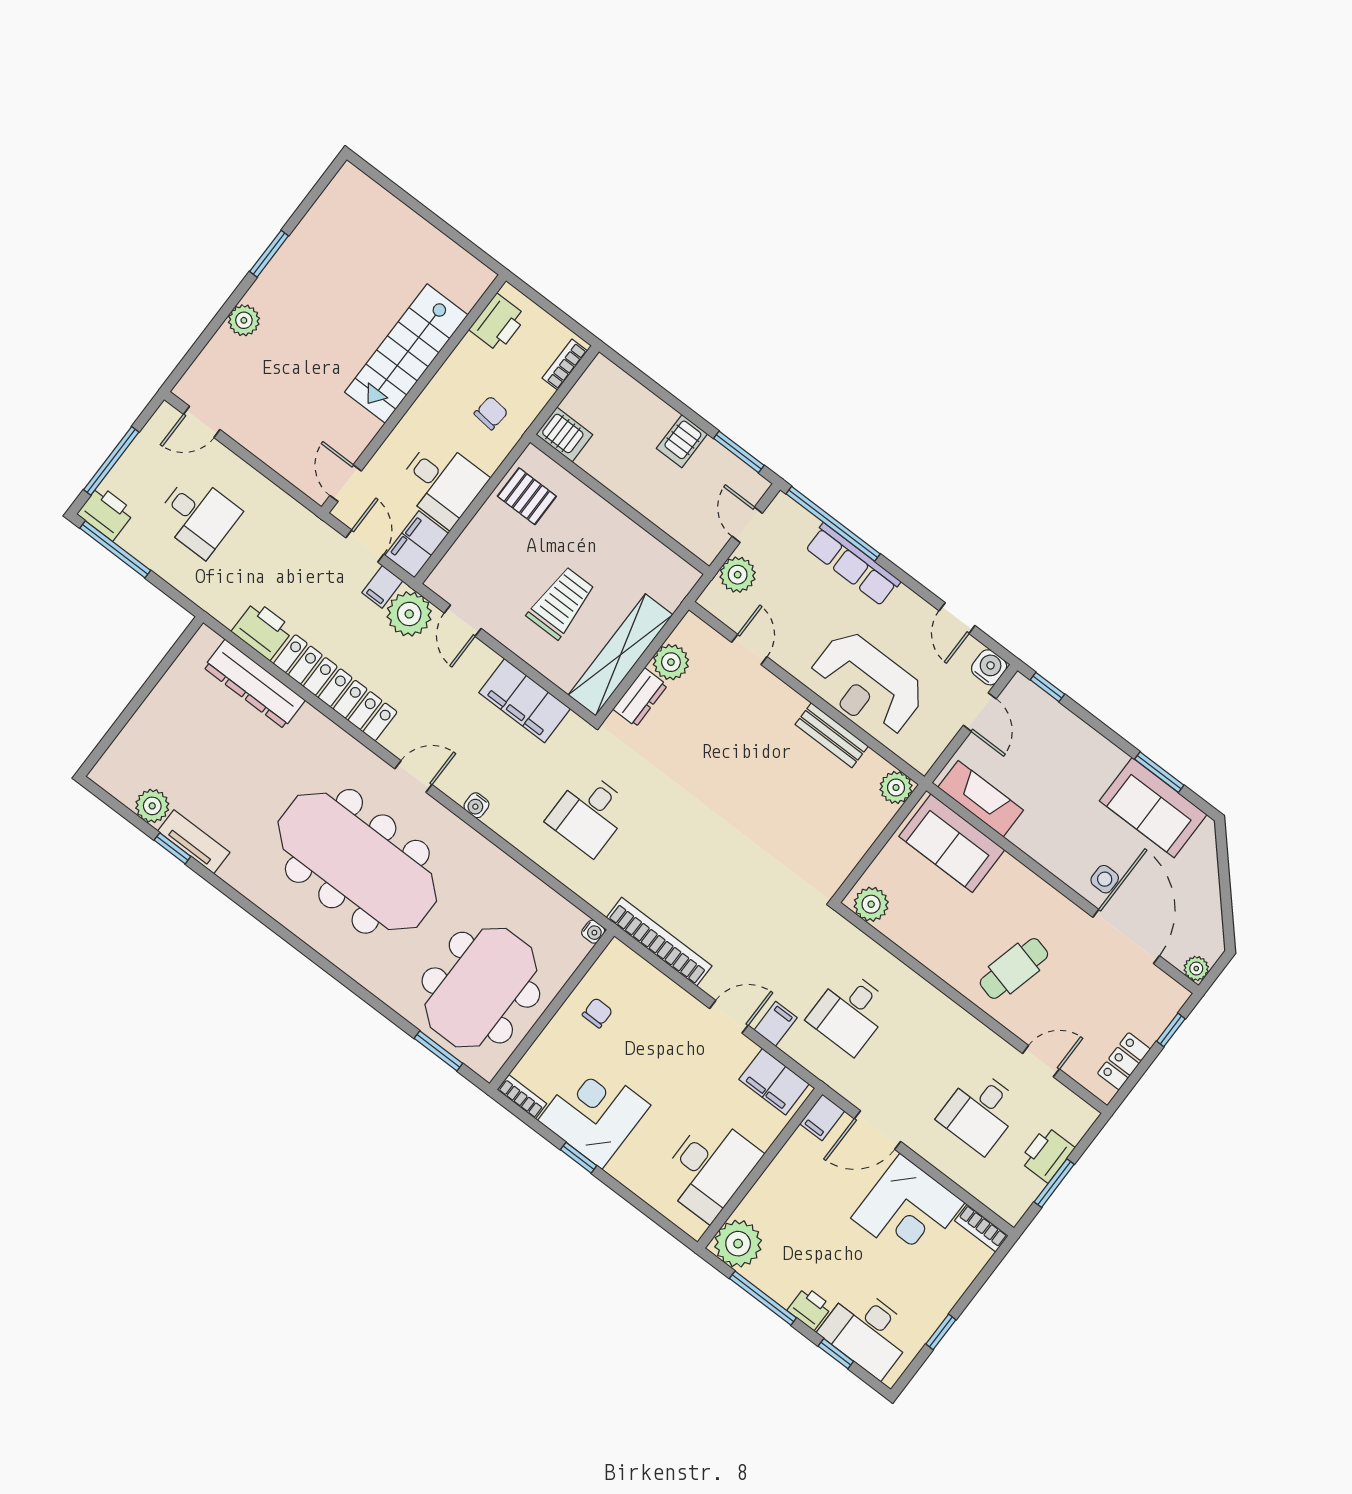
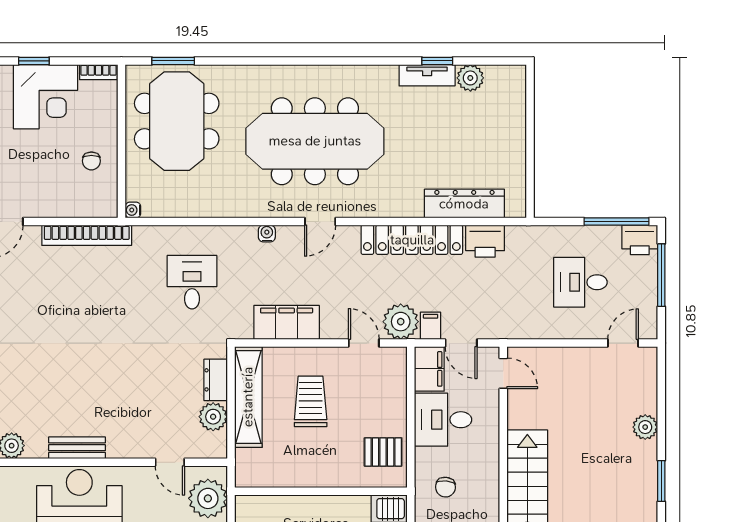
plant: (738, 575) -> (208, 498), width x1.36, depth x1.36
trolley: (561, 603) -> (311, 401), turned 180

